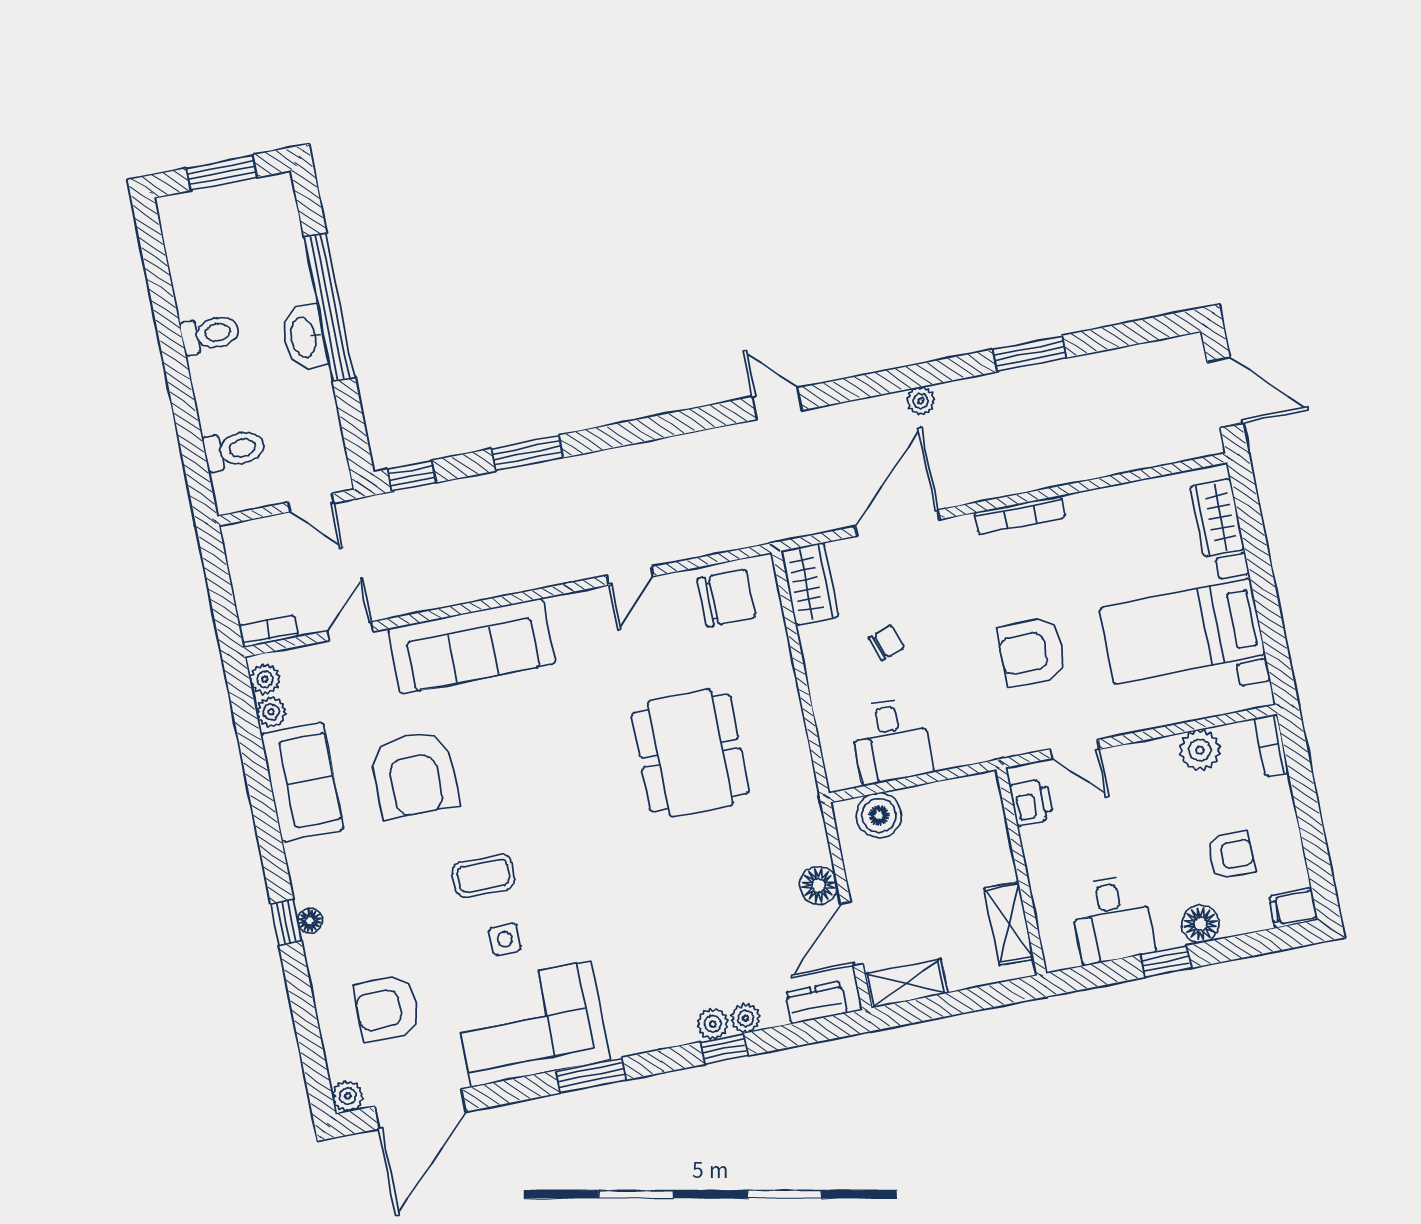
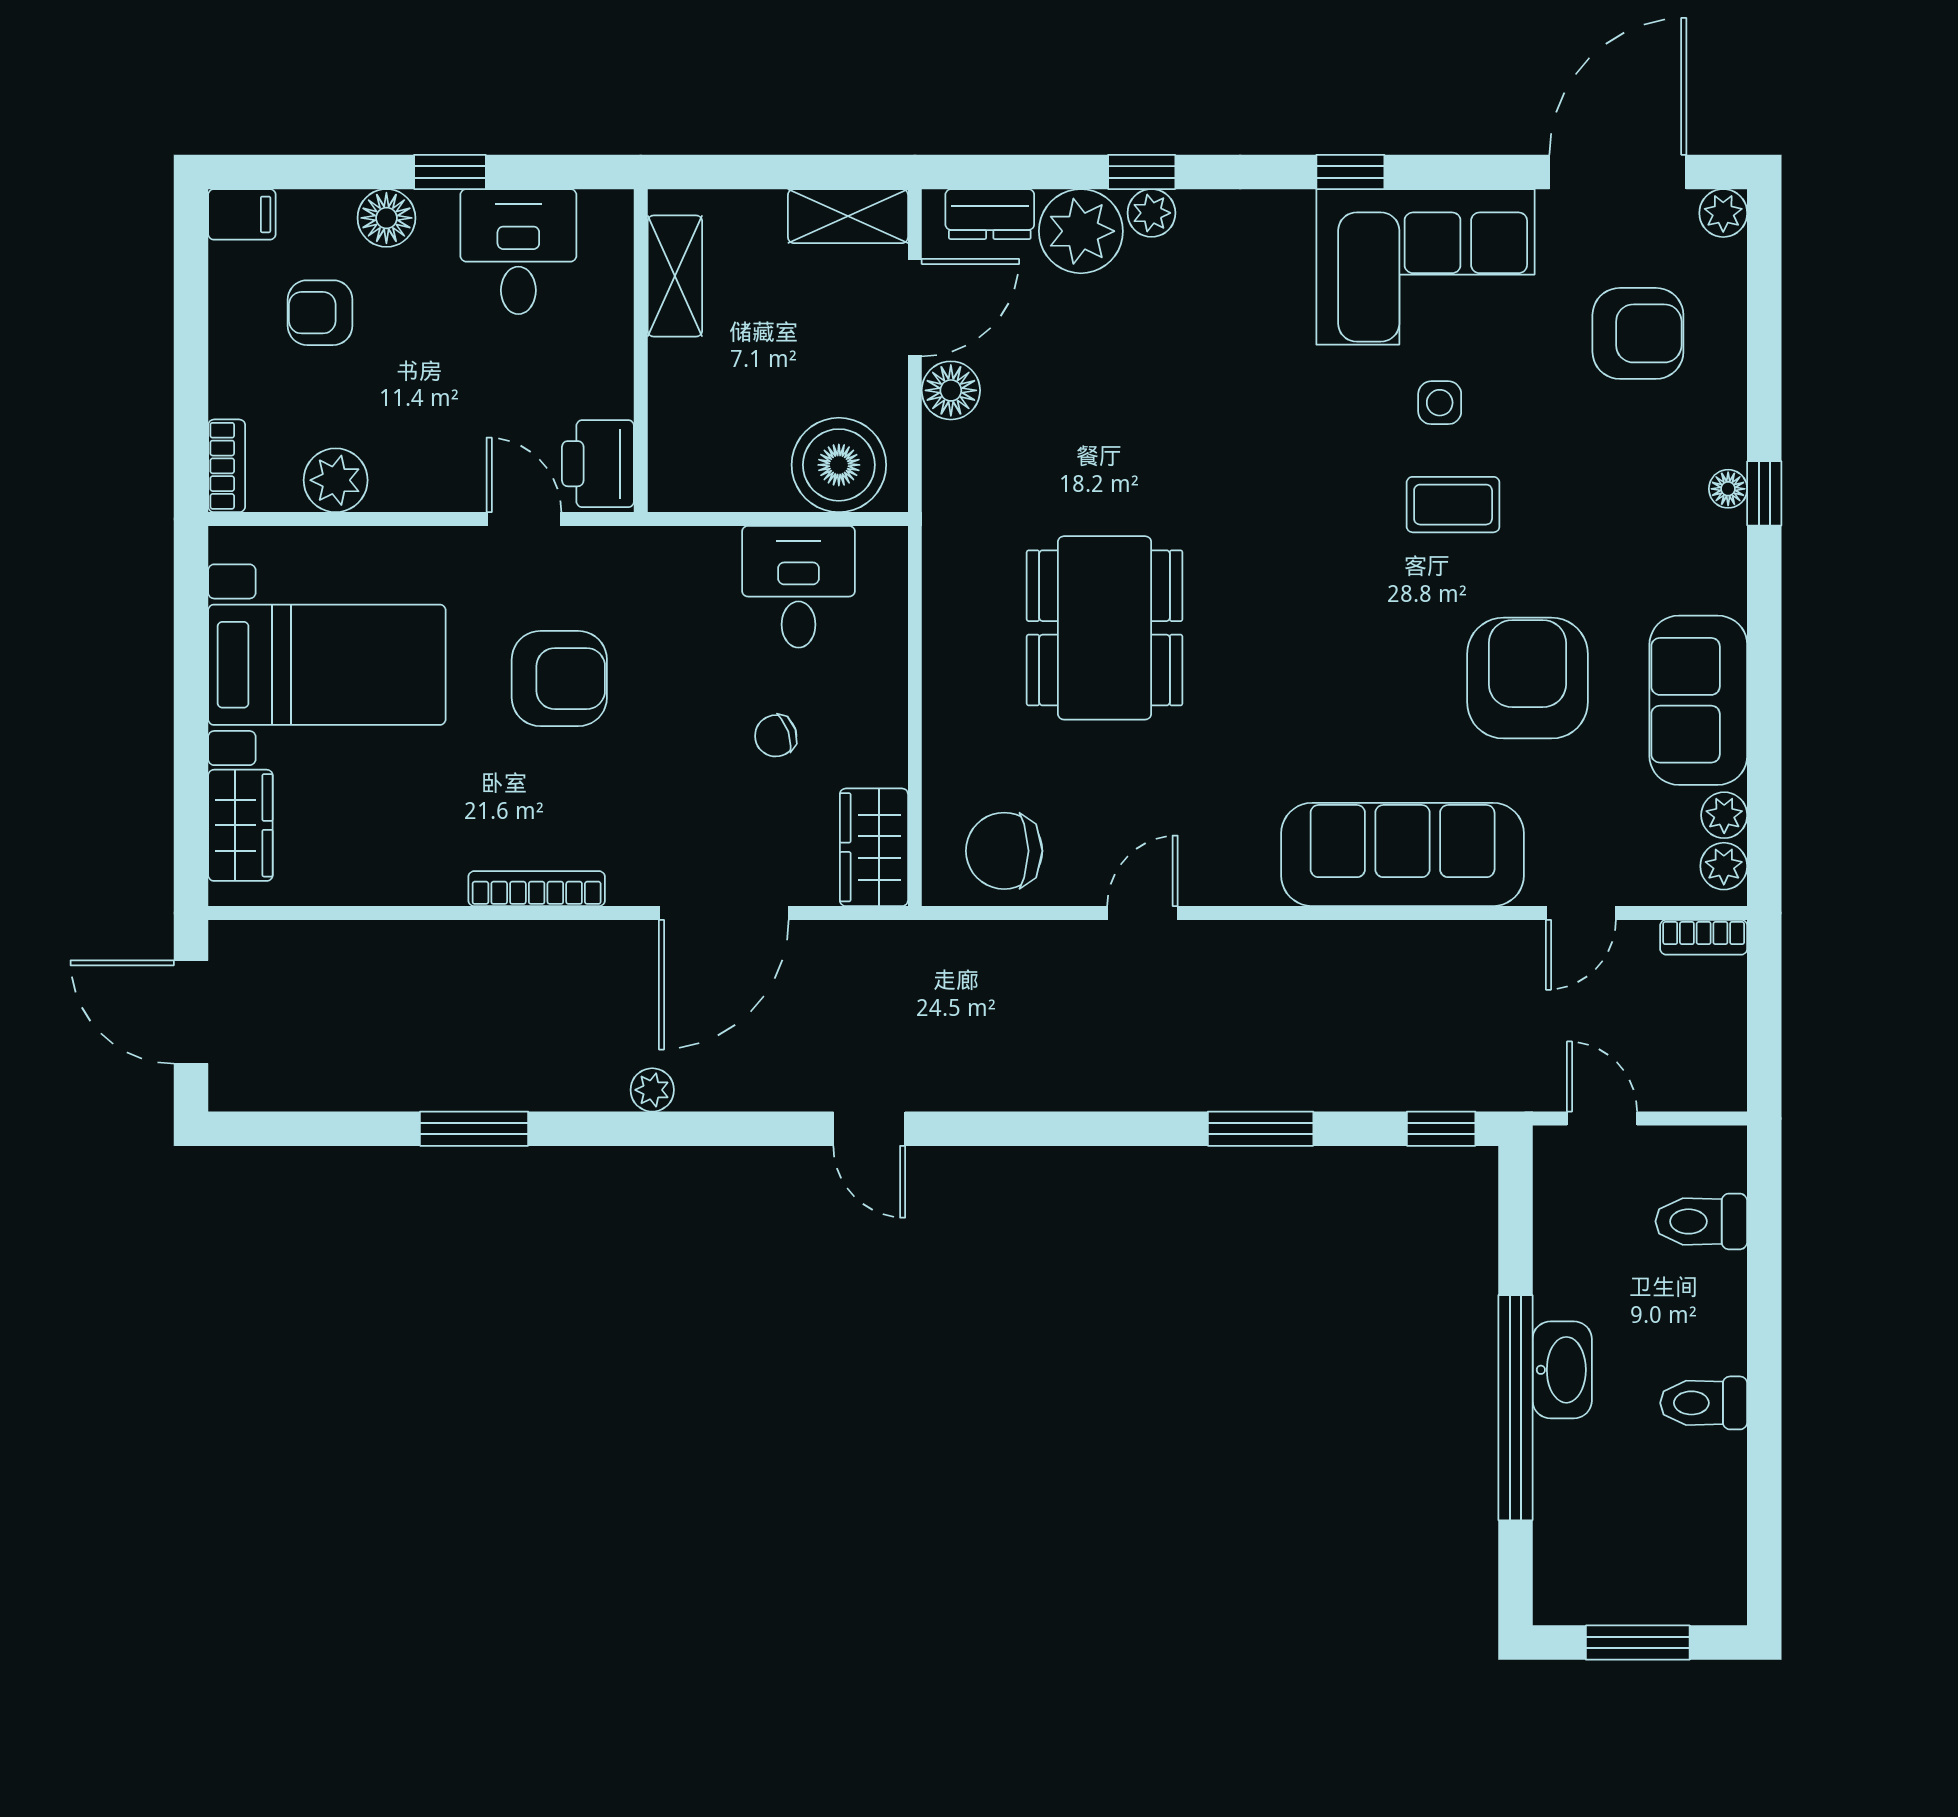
printer: (1031, 802) -> (598, 464), width x1.36, depth x1.24
boiler: (879, 815) -> (839, 465), width x1.37, depth x1.37
plant: (746, 1018) -> (1081, 231), width x1.87, depth x1.87
window: (591, 1075) -> (1350, 172), width x0.67

